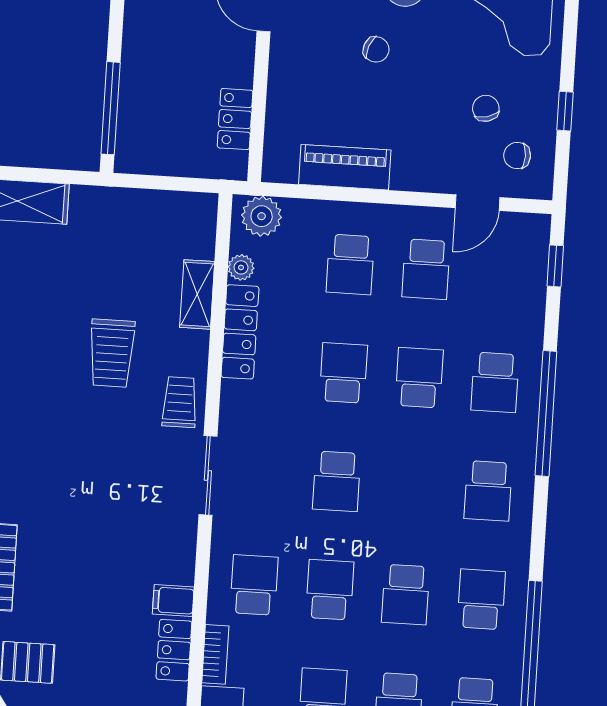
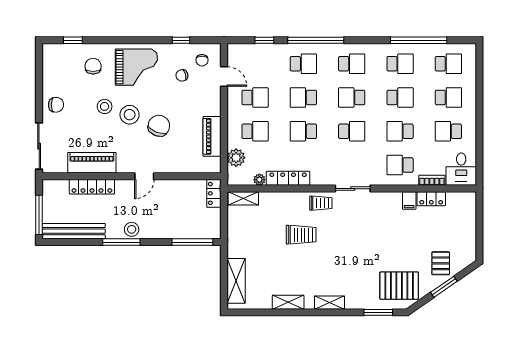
chair: (376, 49) -> (159, 126), width x1.87, depth x1.87
locker: (235, 119) -> (214, 193), moved, turned 90
plant: (262, 216) -> (236, 158), moved
window: (555, 266) -> (264, 40), moved
shelving: (197, 294) -> (243, 198), moved
trolley: (180, 402) -> (321, 203), turned 180
school desk: (412, 486) -> (352, 97), added
school desk: (481, 599) -> (400, 64), turned 180

